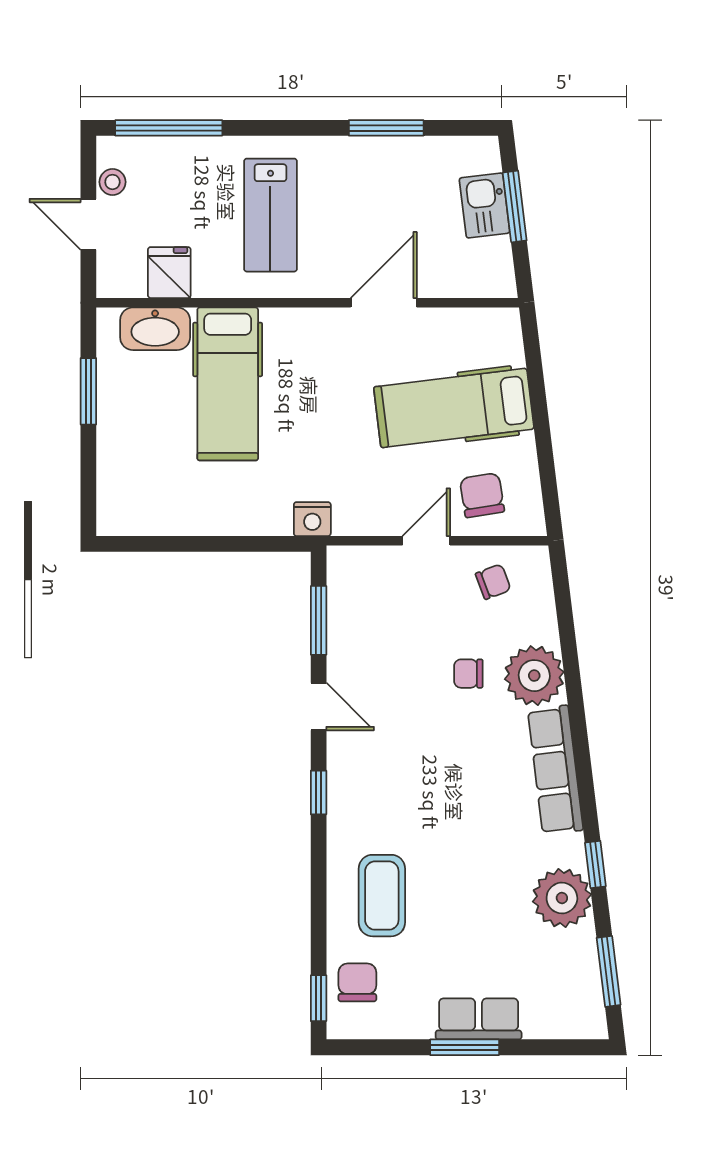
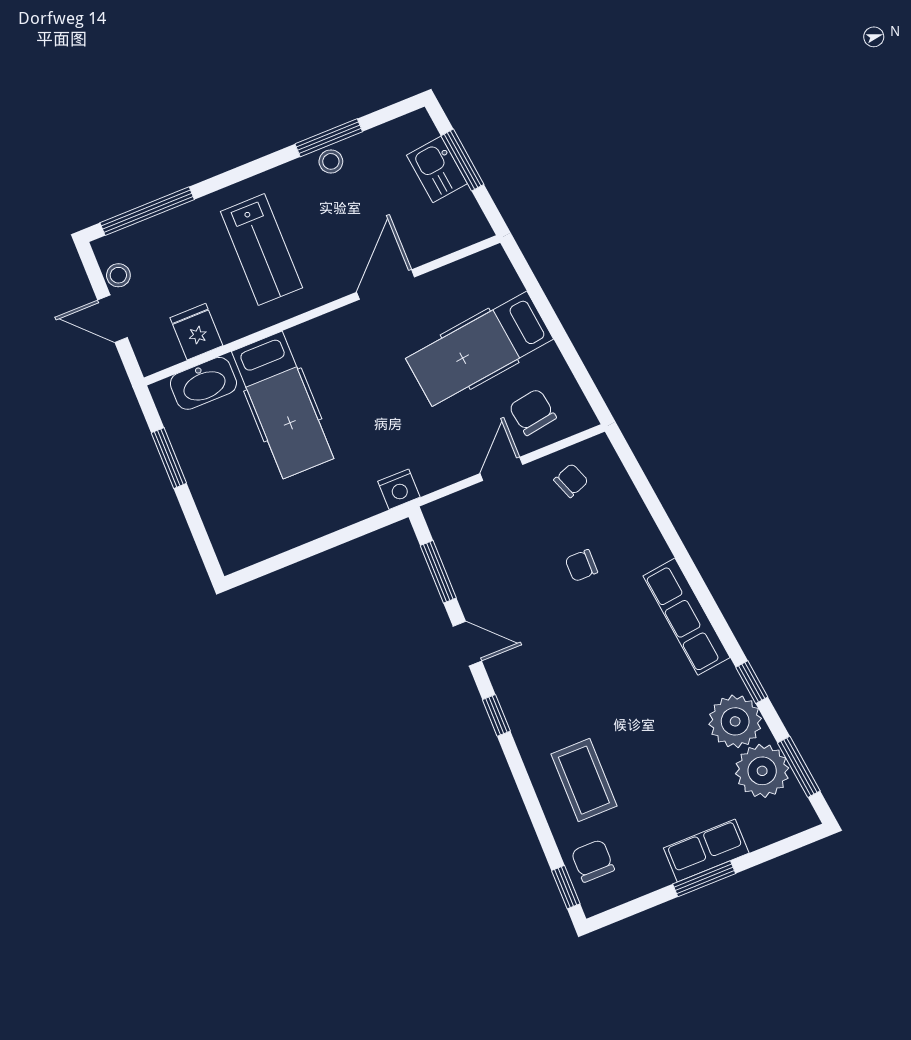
stool: (379, 153) -> (331, 161), added
plant: (534, 676) -> (762, 771), moved

